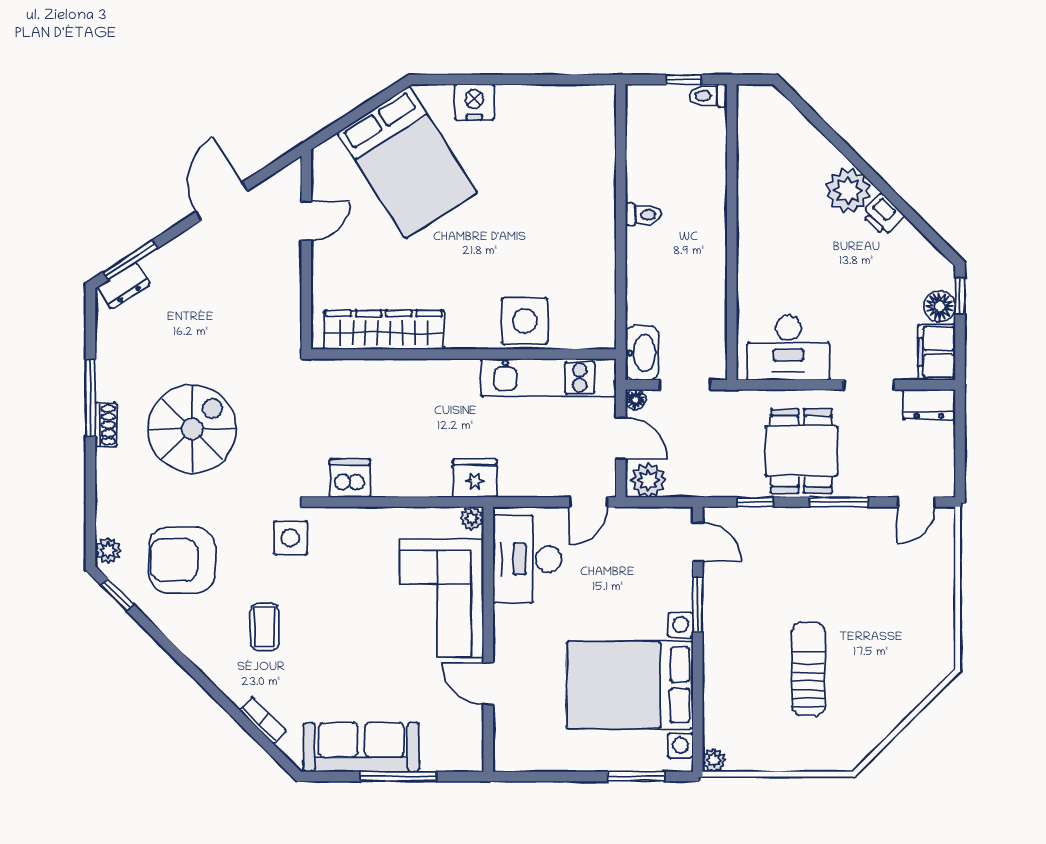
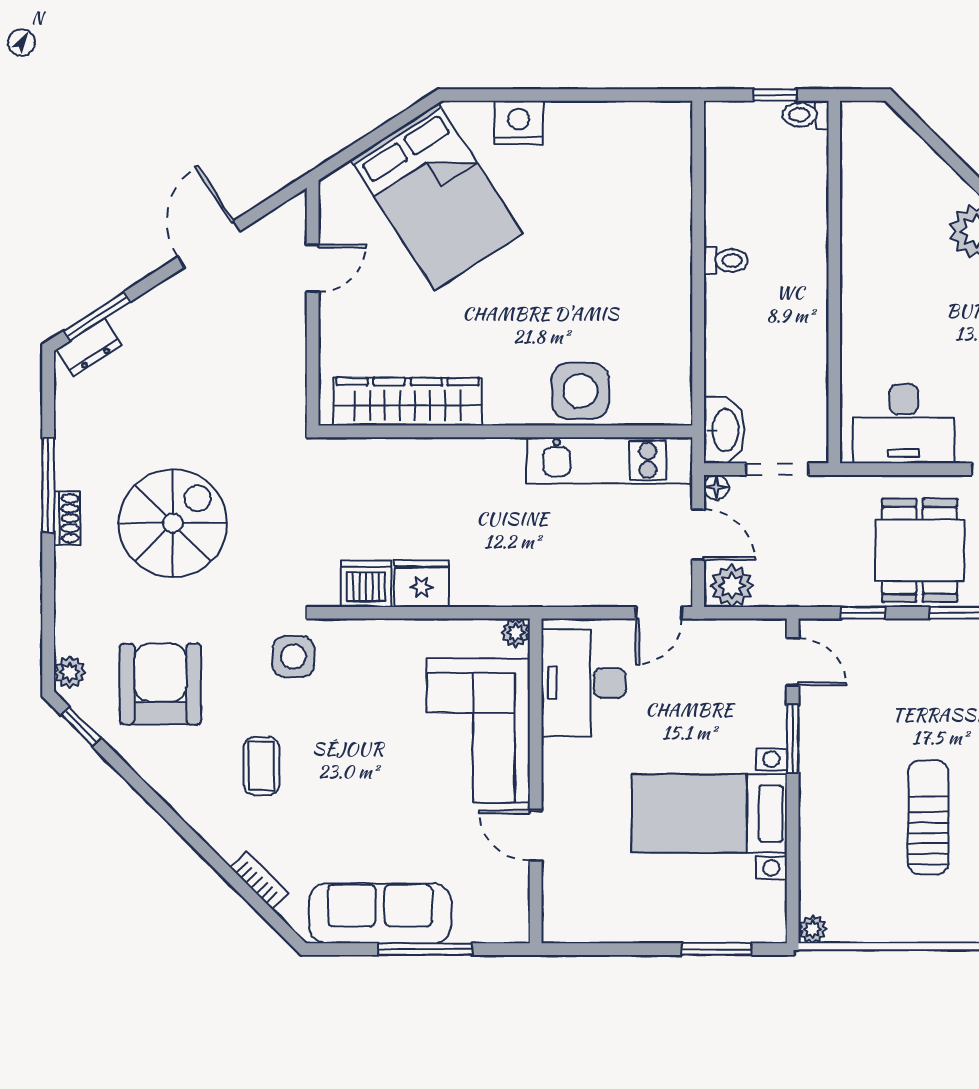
fridge: (475, 478) -> (421, 584), moved
armchair: (182, 560) -> (160, 684), turned 90
bed with nightstands: (630, 685) -> (709, 814), width x0.73

